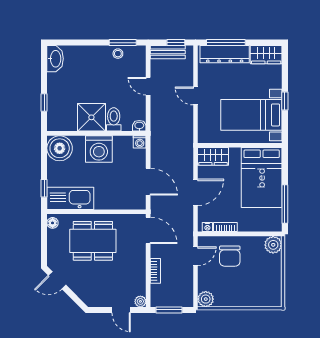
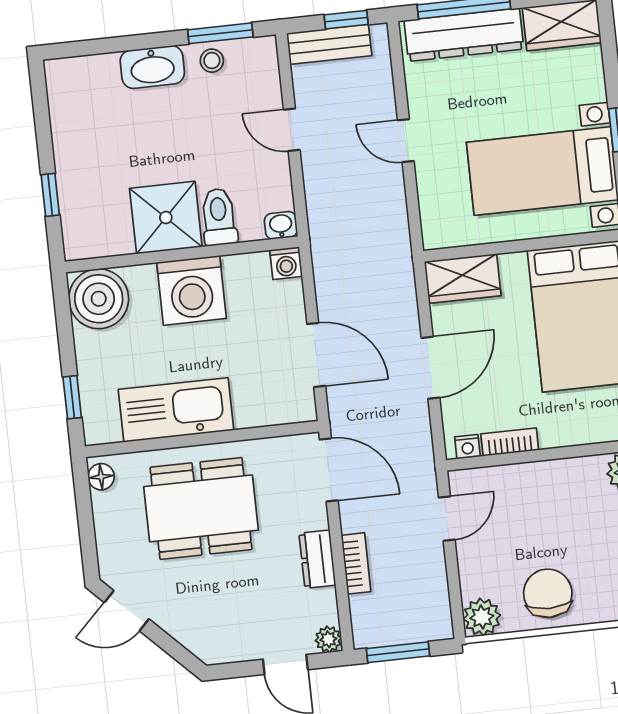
washbasin: (55, 59) -> (152, 67), moved, turned 90
kitchen sink: (70, 198) -> (176, 410), moved
chair: (230, 256) -> (548, 593), moved, turned 180
dresser: (139, 267) -> (317, 559), added

